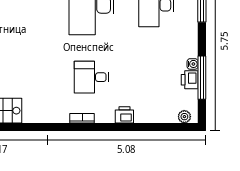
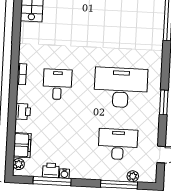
filing cabinet: (163, 114) -> (22, 145), added

